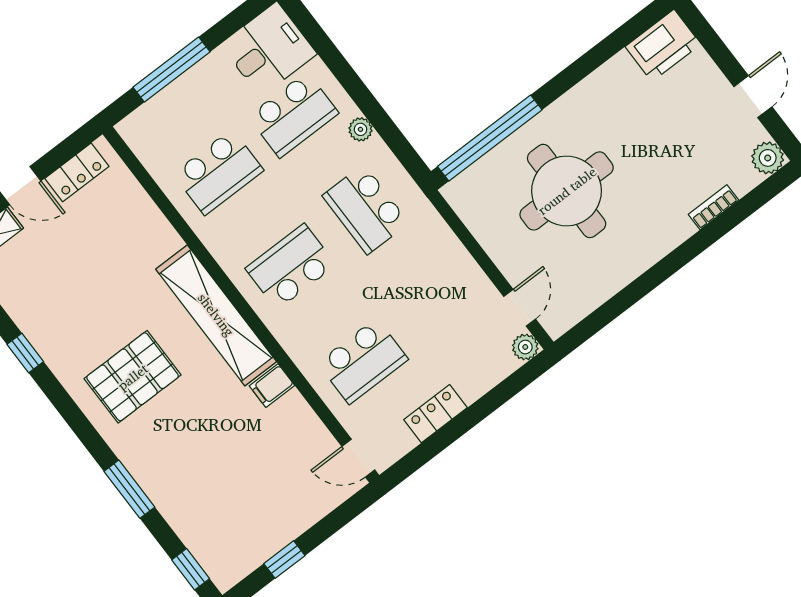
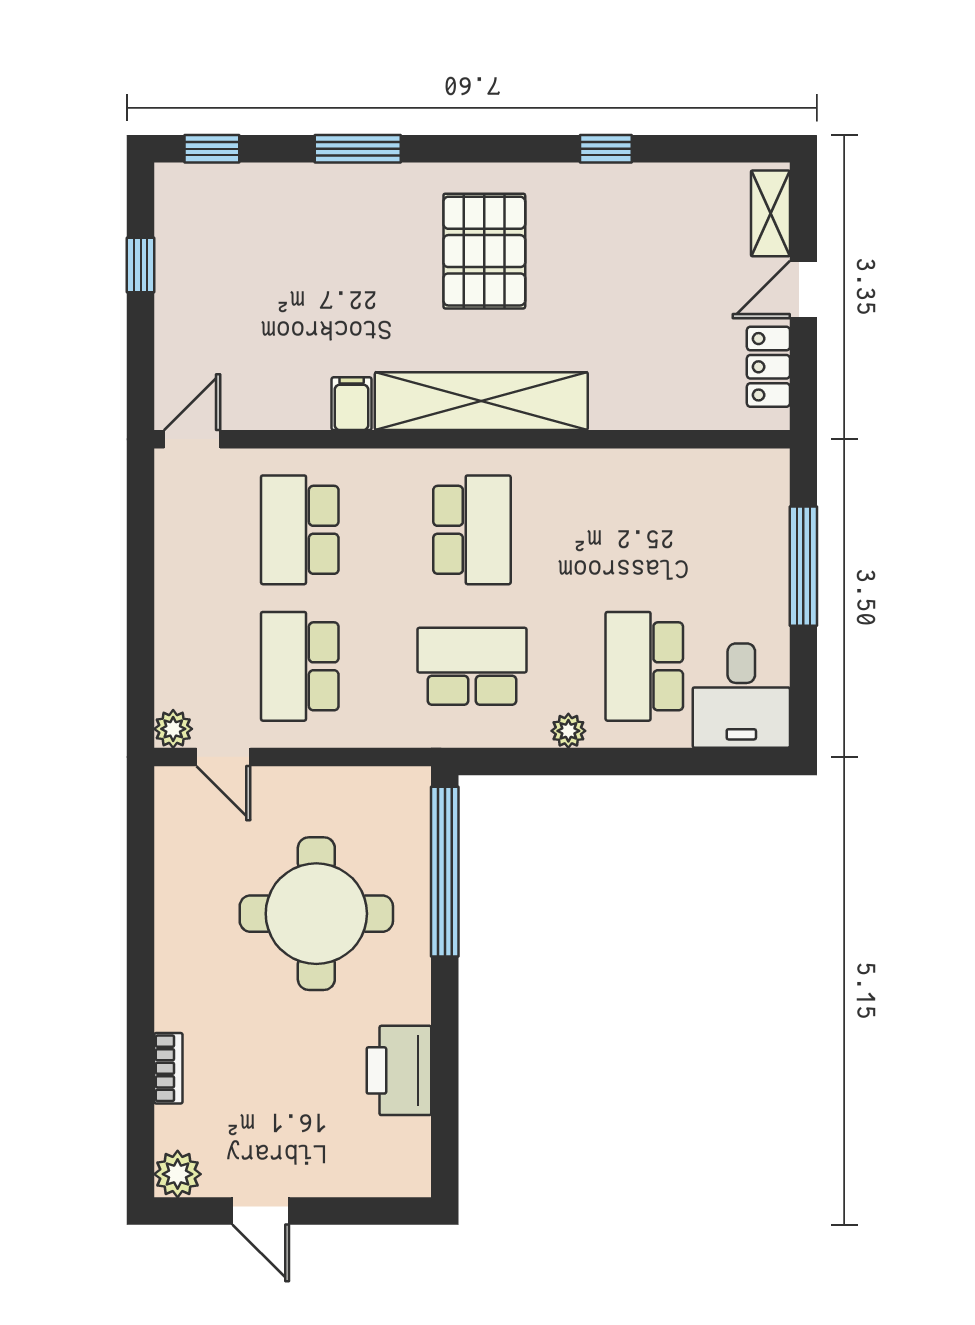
printer: (663, 45) -> (399, 1070), moved
school desk: (218, 172) -> (300, 666), moved
locker: (436, 414) -> (175, 567), removed

